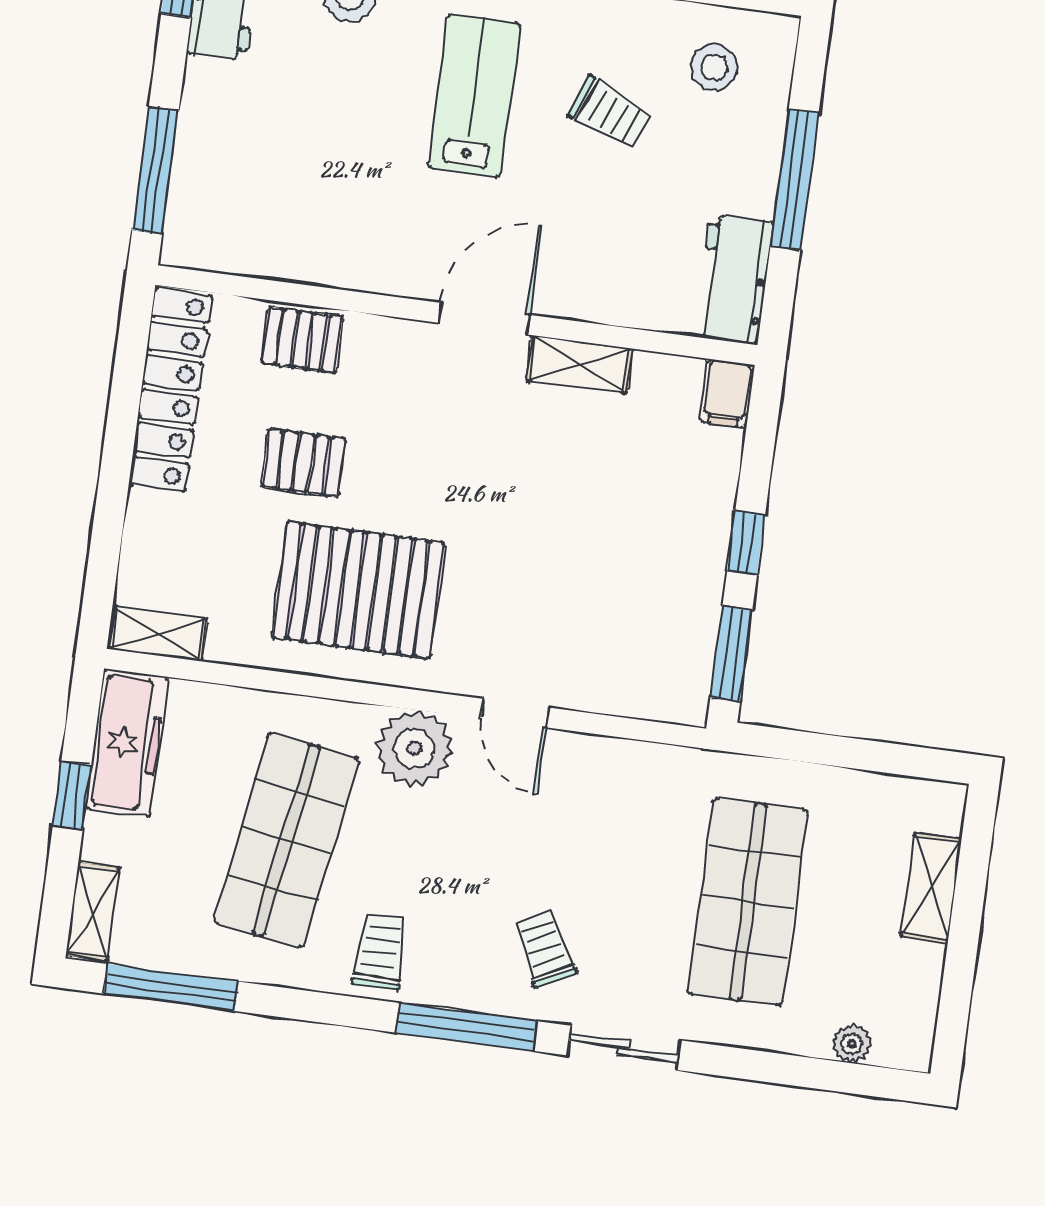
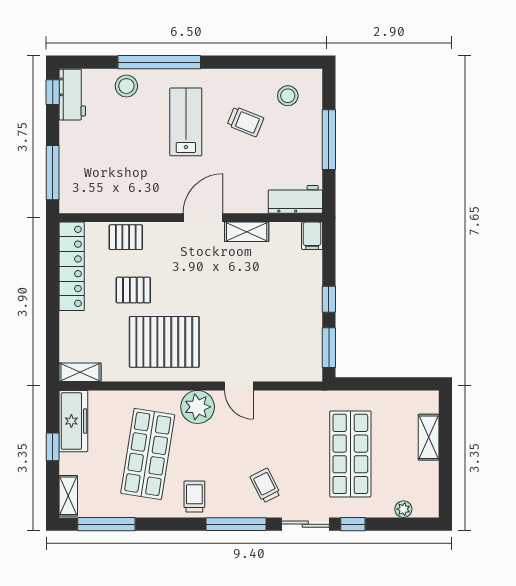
workbench: (734, 279) -> (295, 199), moved, turned 90
window: (733, 1062) -> (353, 524), added

